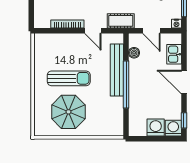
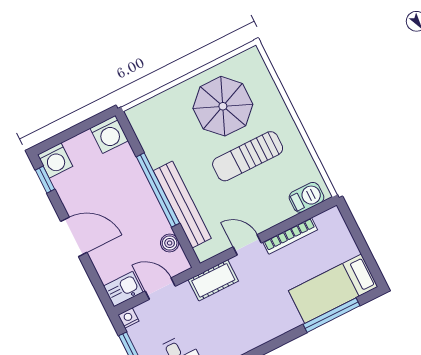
barbecue: (48, 40) -> (307, 197), added
kitchen sink: (174, 54) -> (123, 289), moved, turned -90
washing machine: (156, 127) -> (109, 134), moved

